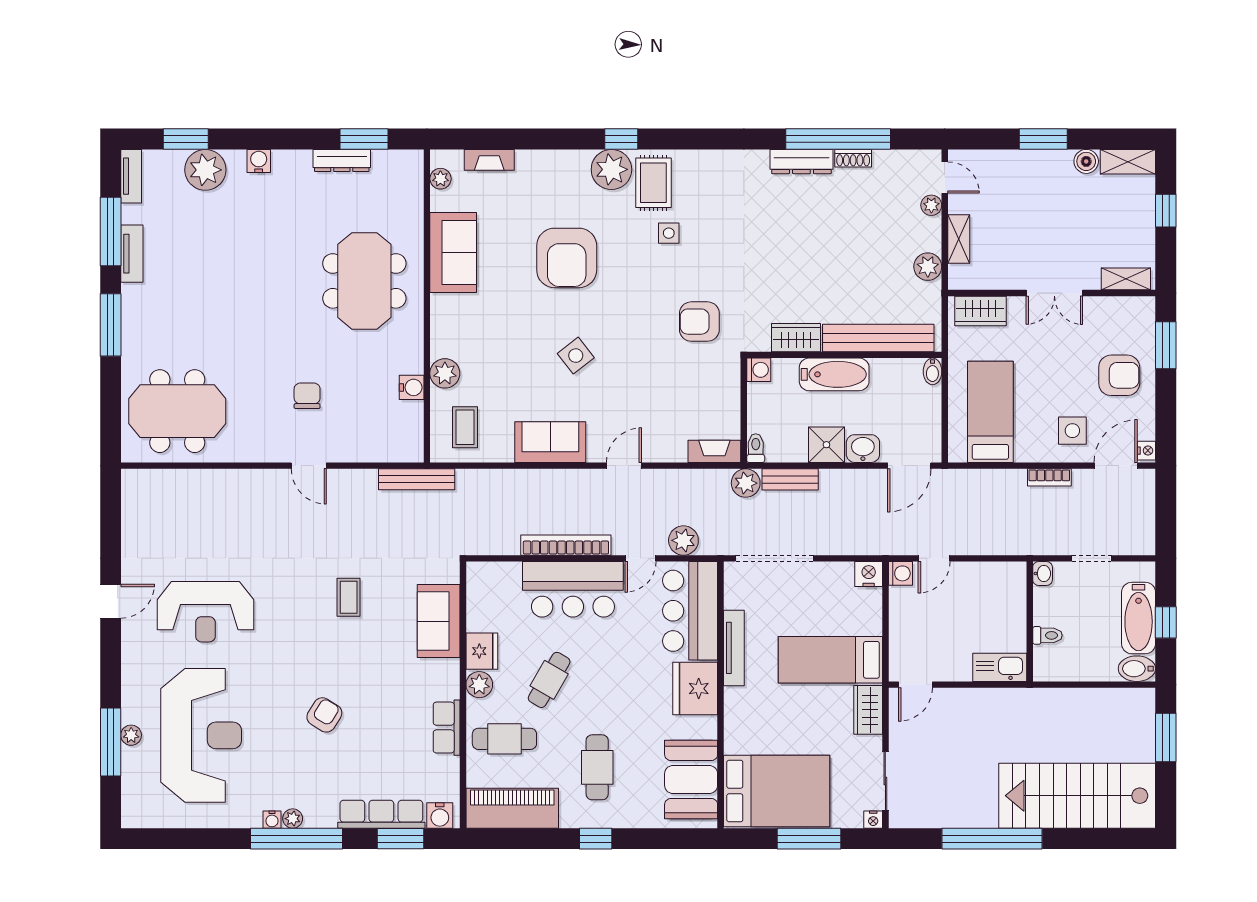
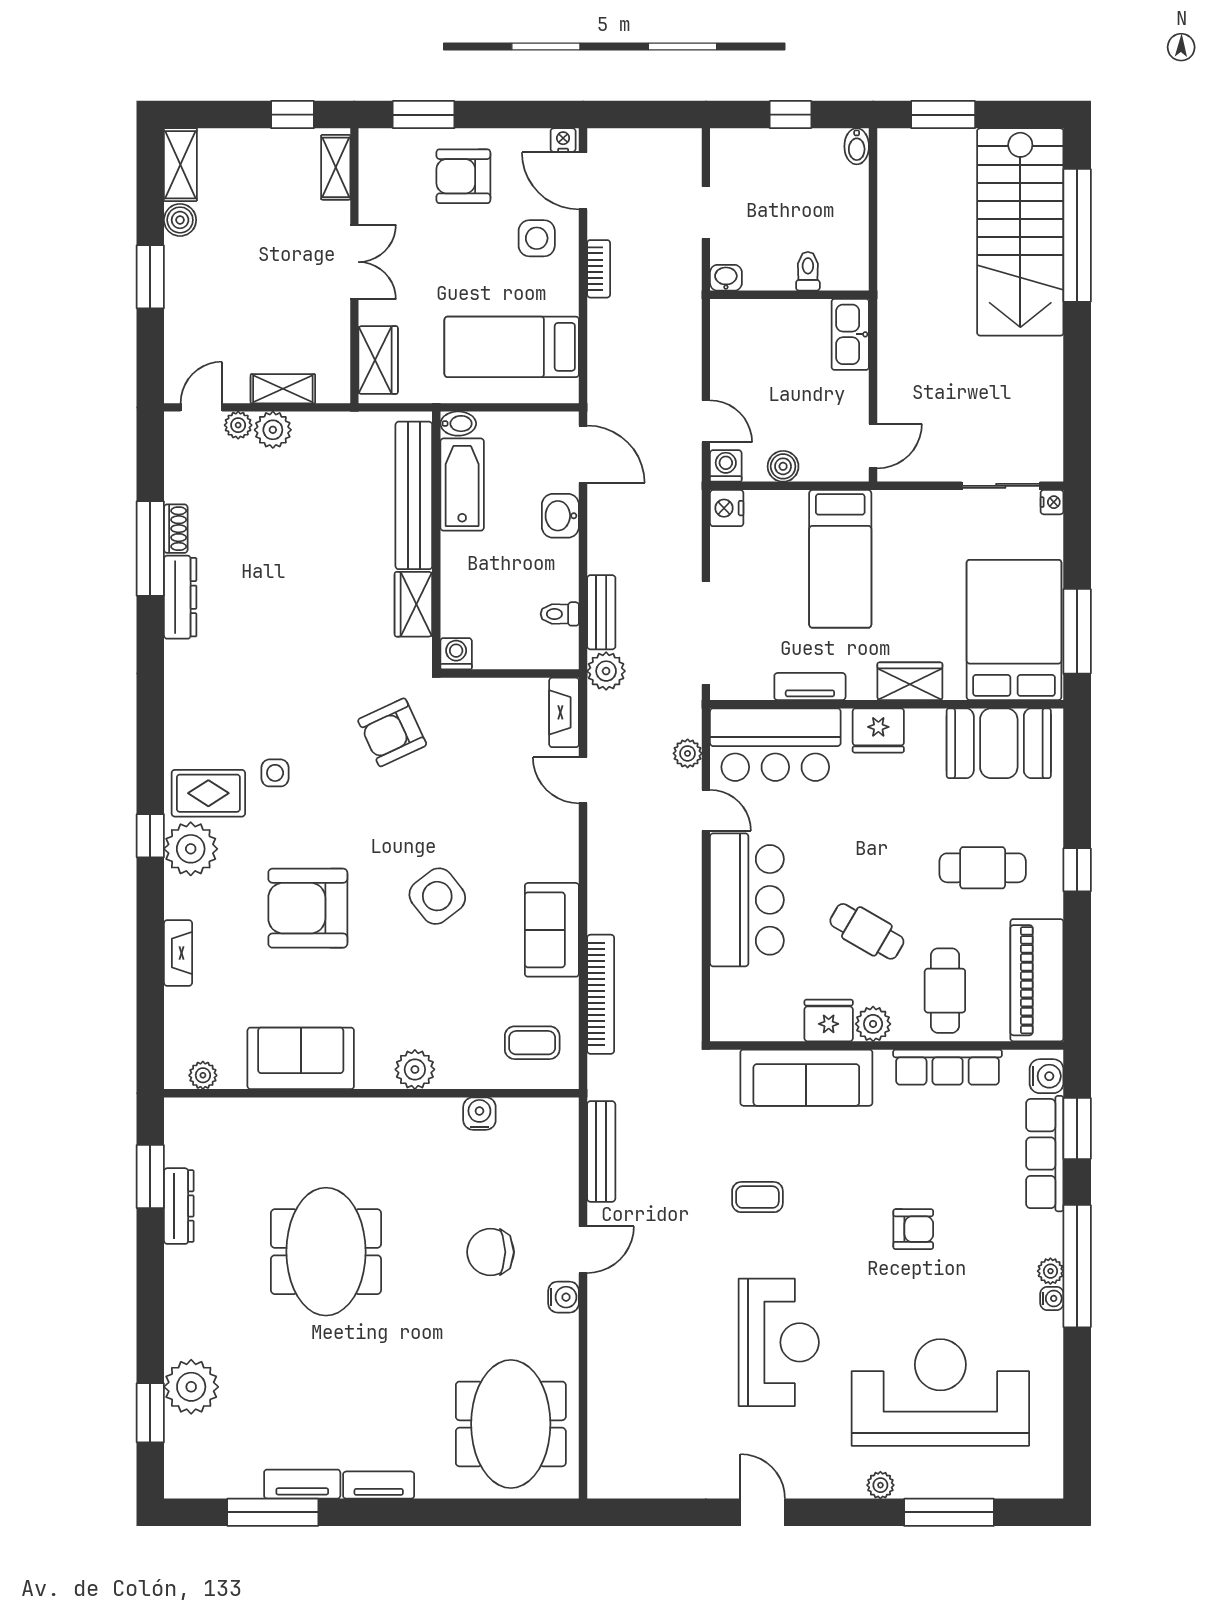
window: (838, 139) -> (150, 549), width x0.68
fireplace: (489, 160) -> (178, 953), moved
water cooler: (259, 161) -> (564, 1297), moved, turned 180
tv unit: (131, 176) -> (379, 1485), moved
window: (1166, 211) -> (292, 115), moved
armchair: (567, 258) -> (308, 908), turned 180
plant: (928, 267) -> (273, 430), moved
meeting table: (364, 281) -> (326, 1252), moved, turned 90
armchair: (699, 322) -> (392, 732), turned 65
window: (111, 325) -> (397, 1512), removed
side table: (576, 356) -> (437, 896), width x1.37, depth x1.37
plant: (445, 373) -> (415, 1069), moved
bathtub: (834, 374) -> (462, 485), moved
armchair: (1119, 375) -> (463, 176), turned -90
chair: (307, 396) -> (490, 1252), width x1.37, depth x1.37
shower: (826, 445) -> (555, 564), removed
toilet: (756, 448) -> (560, 614), moved
door: (624, 466) -> (583, 780), moved
bench: (417, 479) -> (601, 1151), moved
plant: (683, 540) -> (688, 753), width x0.73, depth x0.73
bookcase: (566, 545) -> (601, 994), moved, turned 180
reception desk: (205, 612) -> (779, 1342), moved
boiler: (900, 617) -> (783, 466), added
bathtub: (1139, 618) -> (785, 151), removed
sofa: (439, 621) -> (806, 1078), width x1.36
tv unit: (734, 648) -> (810, 687), width x0.71
bidet: (1137, 669) -> (857, 146), width x0.72, depth x0.74
door: (915, 685) -> (873, 446), hinge flipped
fridge: (695, 689) -> (878, 730), width x0.73, depth x0.75
wardrobe: (868, 710) -> (910, 681), moved, turned 180
armchair: (324, 715) -> (913, 1229), turned 148
row of seats: (447, 728) -> (948, 1067), width x1.48
plant: (131, 735) -> (880, 1485), moved
window: (809, 839) -> (1077, 631), moved
window: (992, 839) -> (1077, 235), moved

